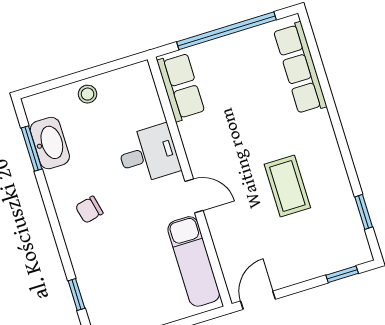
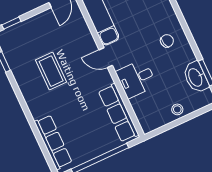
row of seats: (181, 87) -> (118, 113), width x1.48

